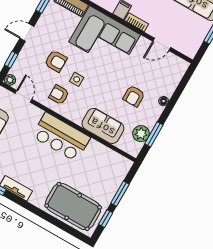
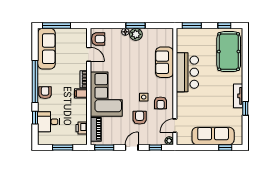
door: (27, 32) -> (132, 147), swing flipped
armchair: (134, 96) -> (98, 39), moved
plant: (141, 134) -> (136, 34), moved
window: (154, 134) -> (136, 26), moved
bar counter: (61, 137) -> (187, 72), moved
window: (120, 194) -> (192, 26), moved

